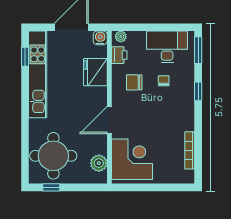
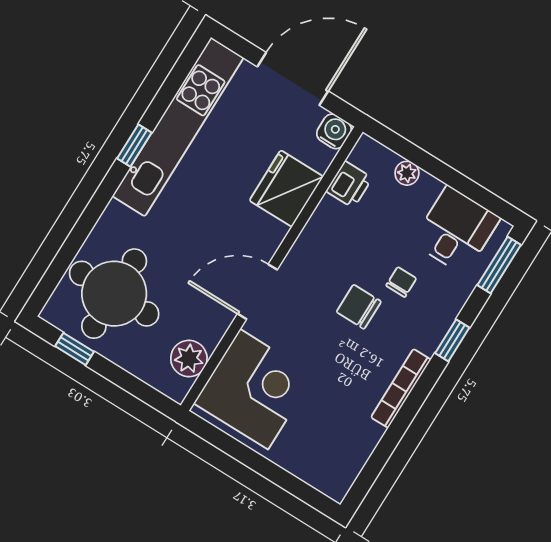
plant: (121, 36) -> (407, 173), moved
desk: (167, 47) -> (456, 230), width x0.73
window: (25, 57) -> (134, 145), moved
chair: (134, 82) -> (359, 307), moved
bookcase: (190, 150) -> (401, 388), moved

